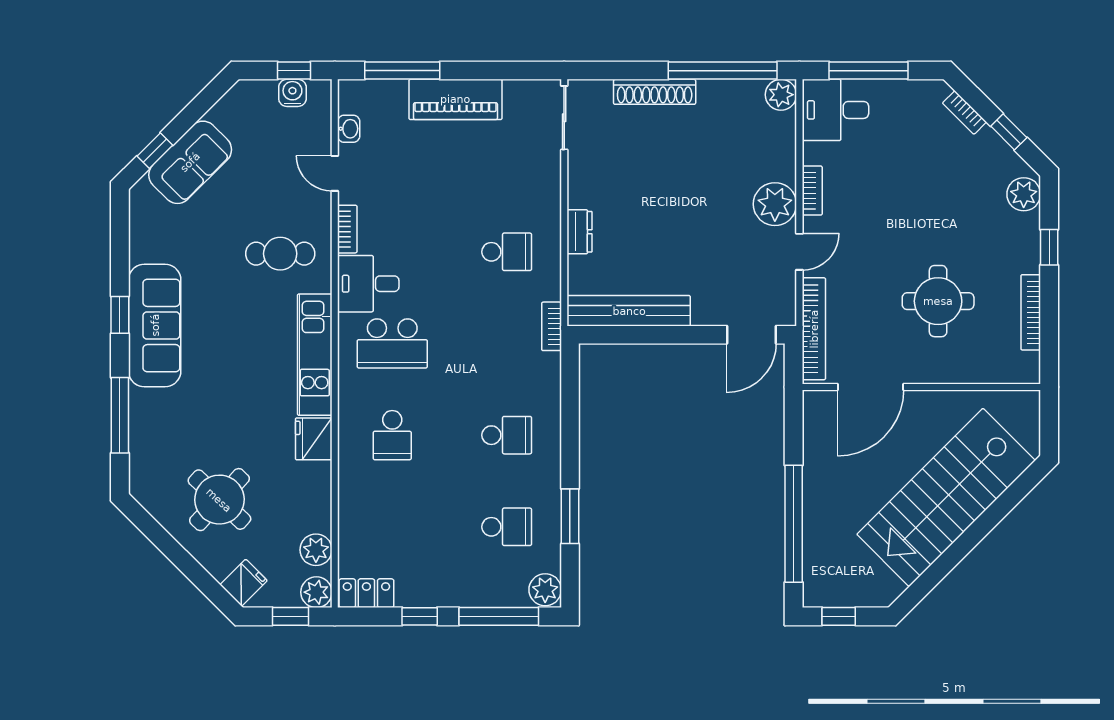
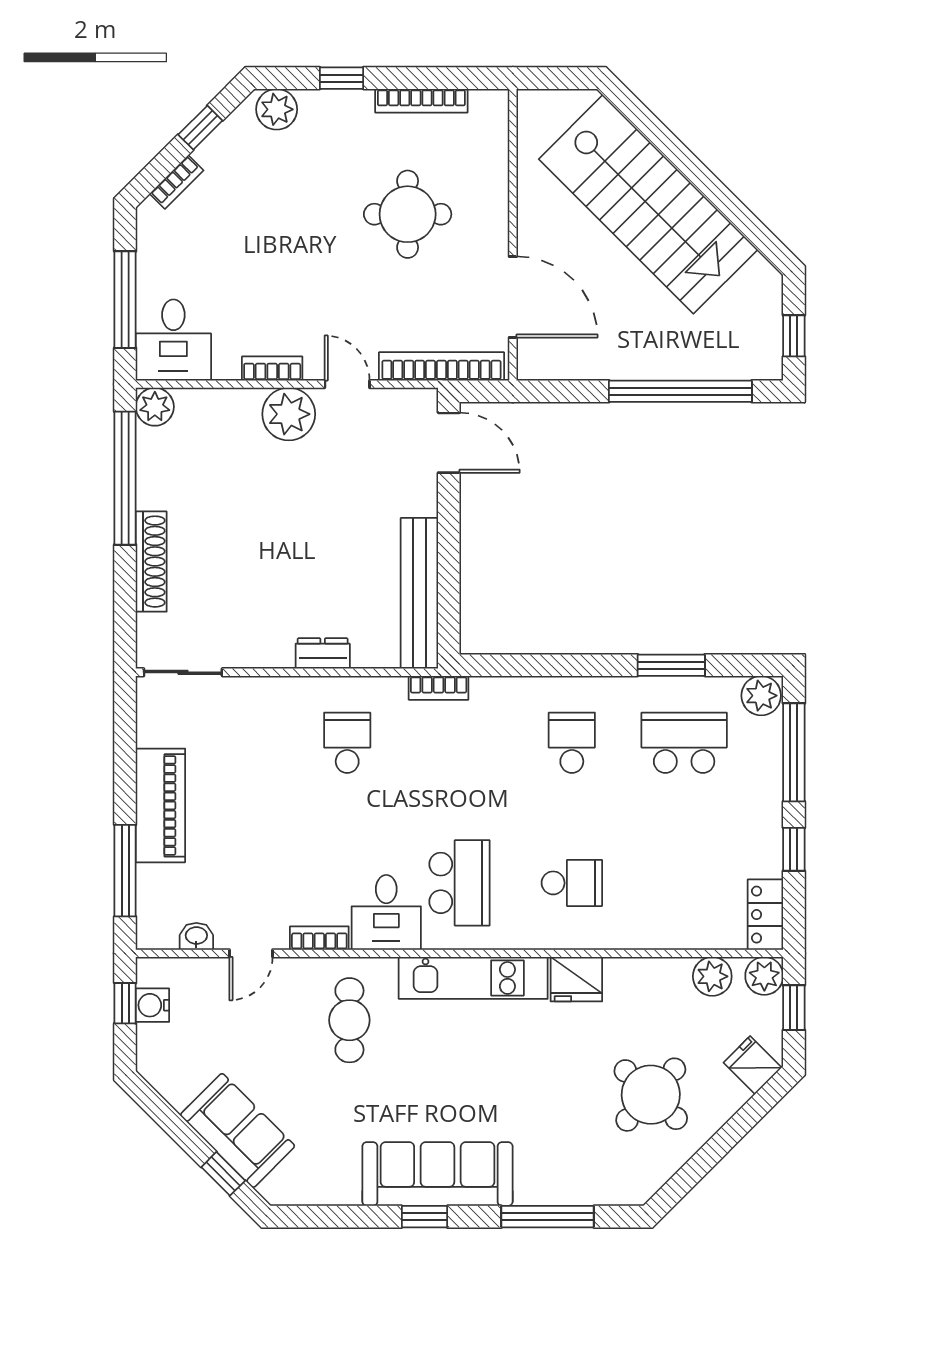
school desk: (507, 527) -> (684, 743), width x1.85

